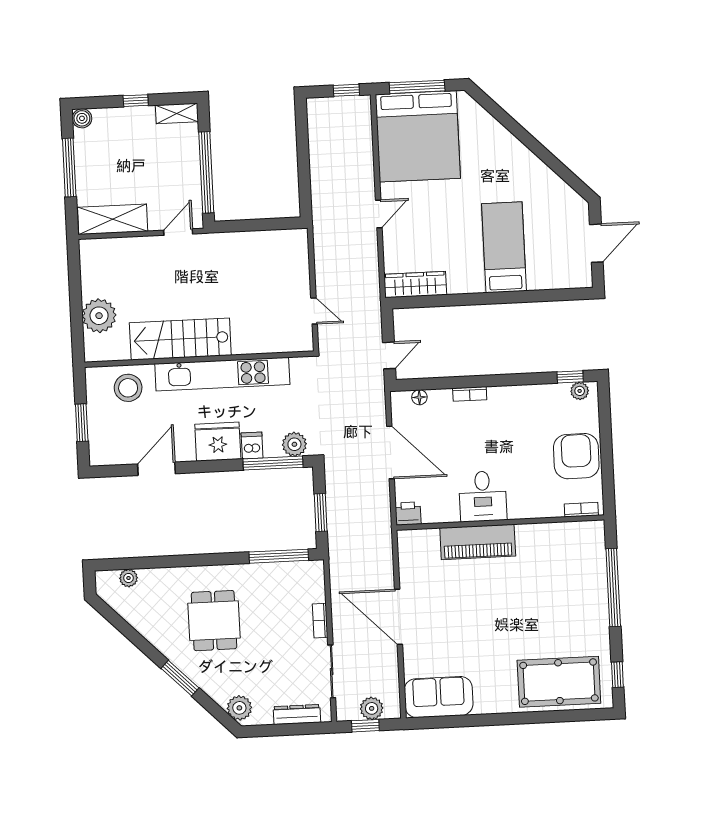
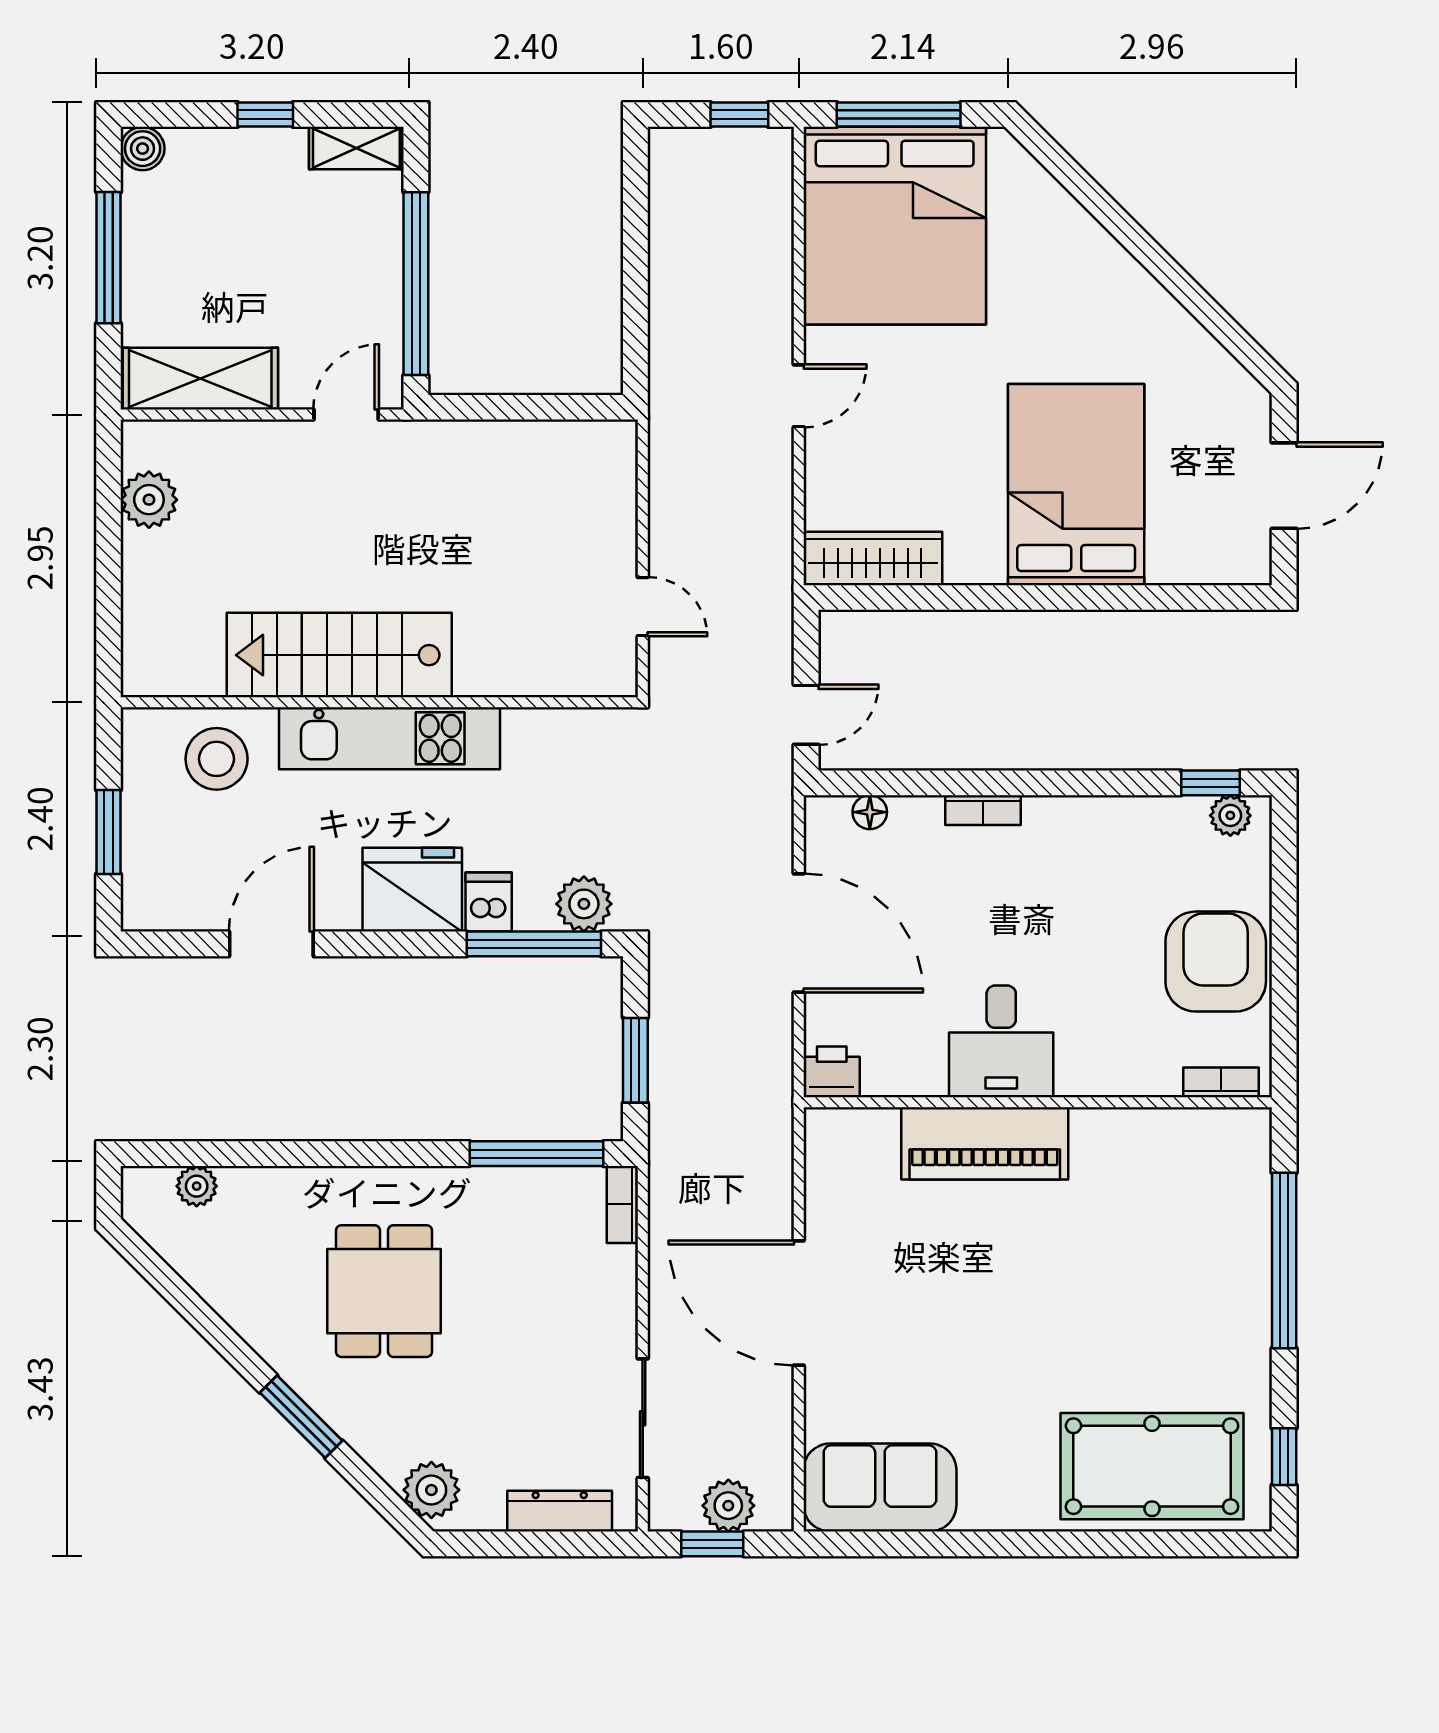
bed: (504, 247) -> (1076, 485), width x1.50
plant: (99, 316) -> (149, 500), moved, width x0.73, depth x0.73
kitchen unit: (222, 374) -> (389, 738), width x0.73
bookcase: (320, 621) -> (622, 1204), moved

